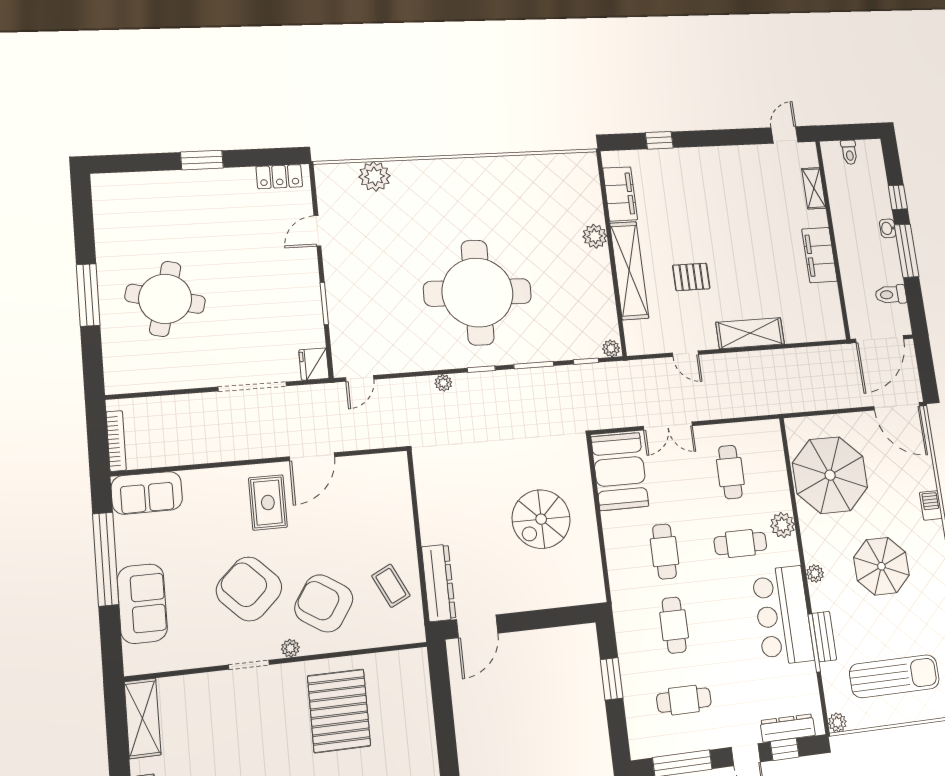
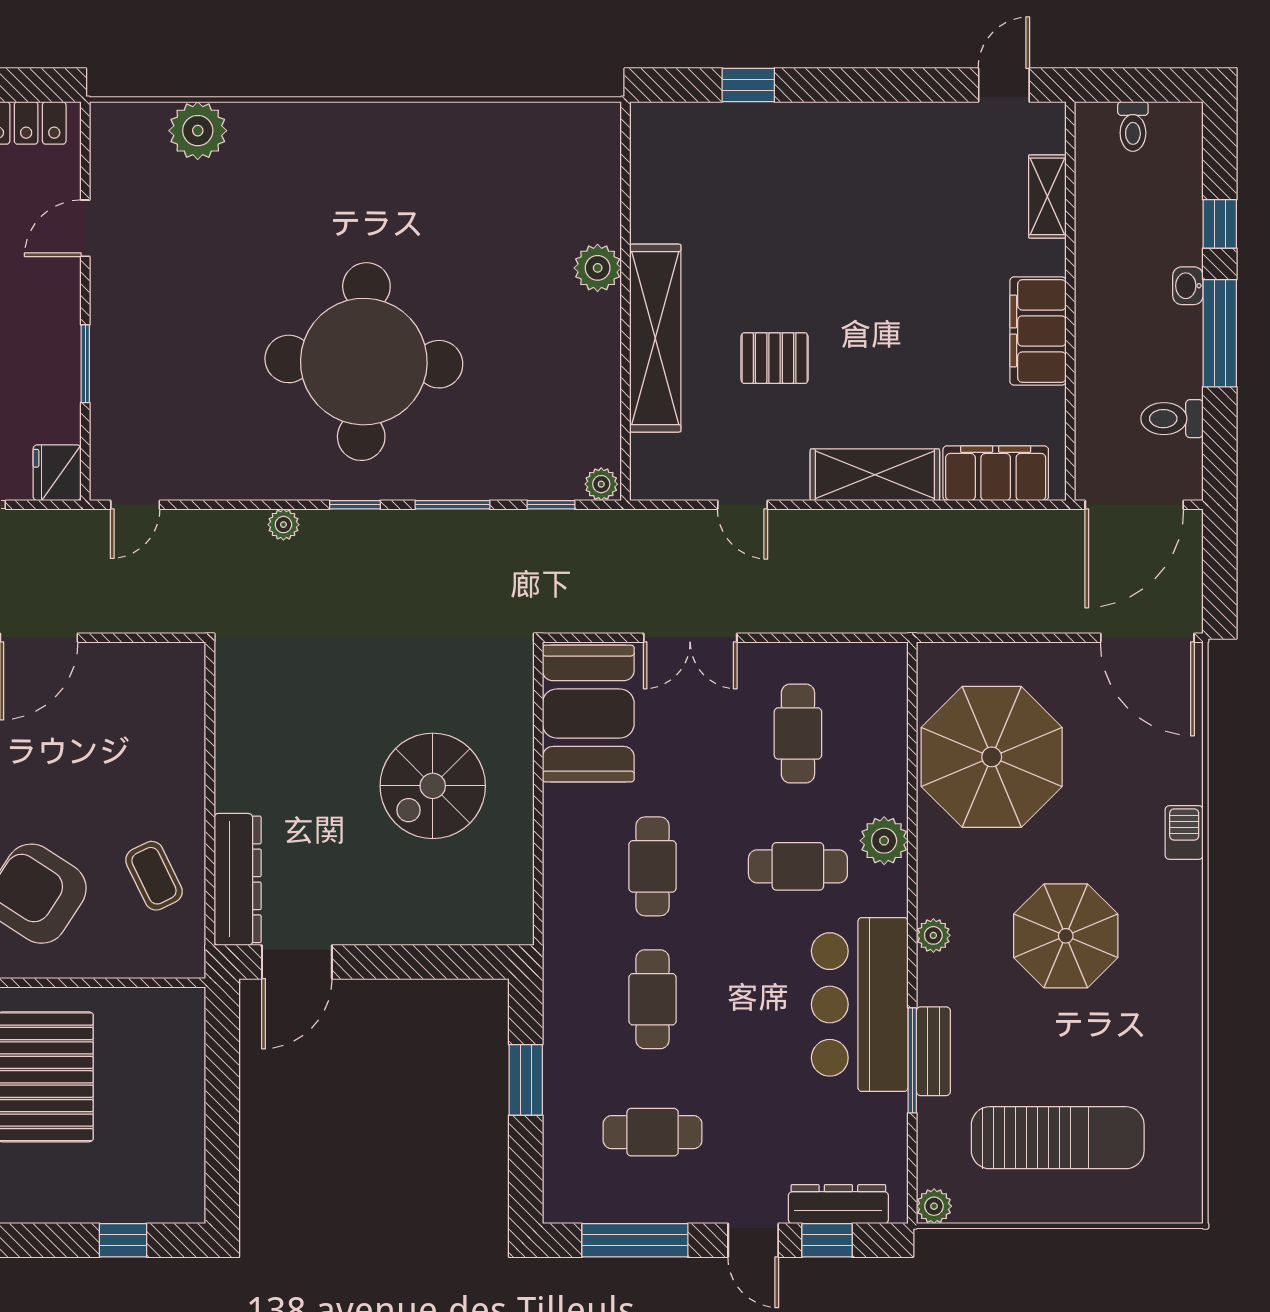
filing cabinet: (620, 194) -> (996, 473), moved, turned -90

